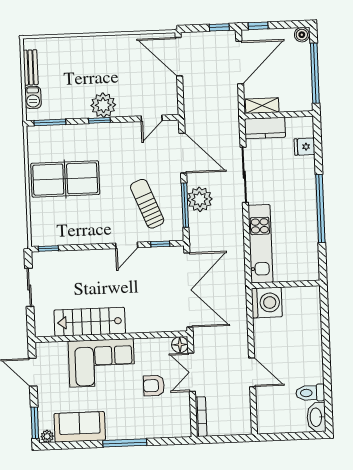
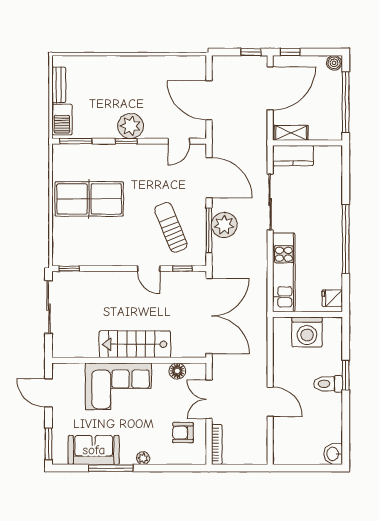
door: (179, 57) -> (209, 100), moved
barbecue: (33, 97) -> (62, 120), width x1.38, depth x1.27
fridge: (304, 147) -> (332, 298), moved
door: (127, 245) -> (149, 269), hinge flipped
sliding door: (29, 287) -> (49, 307), width x1.37
washing machine: (267, 303) -> (307, 332), moved, turned 90
stairs: (90, 322) -> (135, 344), moved
window: (326, 343) -> (346, 375), added
floor lamp: (180, 345) -> (177, 371), moved
armchair: (154, 386) -> (183, 433), moved
toilet: (310, 393) -> (328, 384), moved
washbasin: (316, 417) -> (333, 454), width x0.72
plant: (47, 436) -> (143, 458), moved
window: (125, 443) -> (111, 468), moved

